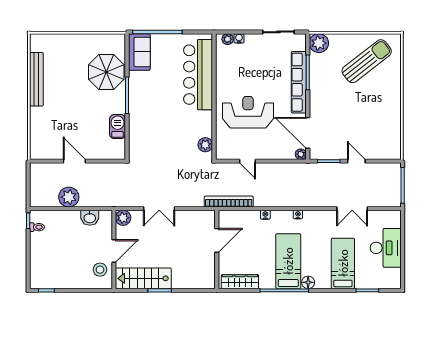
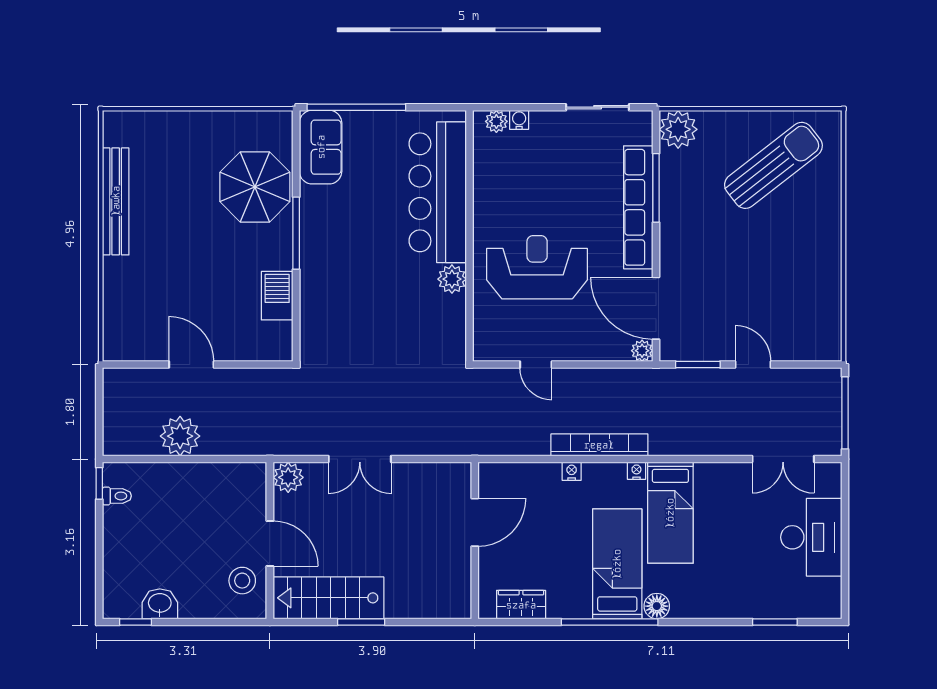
plant: (205, 145) -> (452, 279), moved
bookcase: (229, 202) -> (599, 445), moved
double door: (352, 209) -> (783, 459), moved
washbasin: (90, 218) -> (160, 604), moved, turned 180
door: (114, 251) -> (270, 544), hinge flipped
bed: (343, 263) -> (670, 513), moved, turned 180
wardrobe: (240, 282) -> (521, 605), width x0.67

